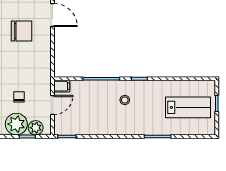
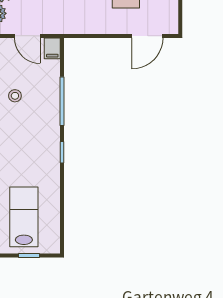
stool: (125, 100) -> (15, 96), moved
lab bench: (188, 107) -> (24, 217), turned 180

